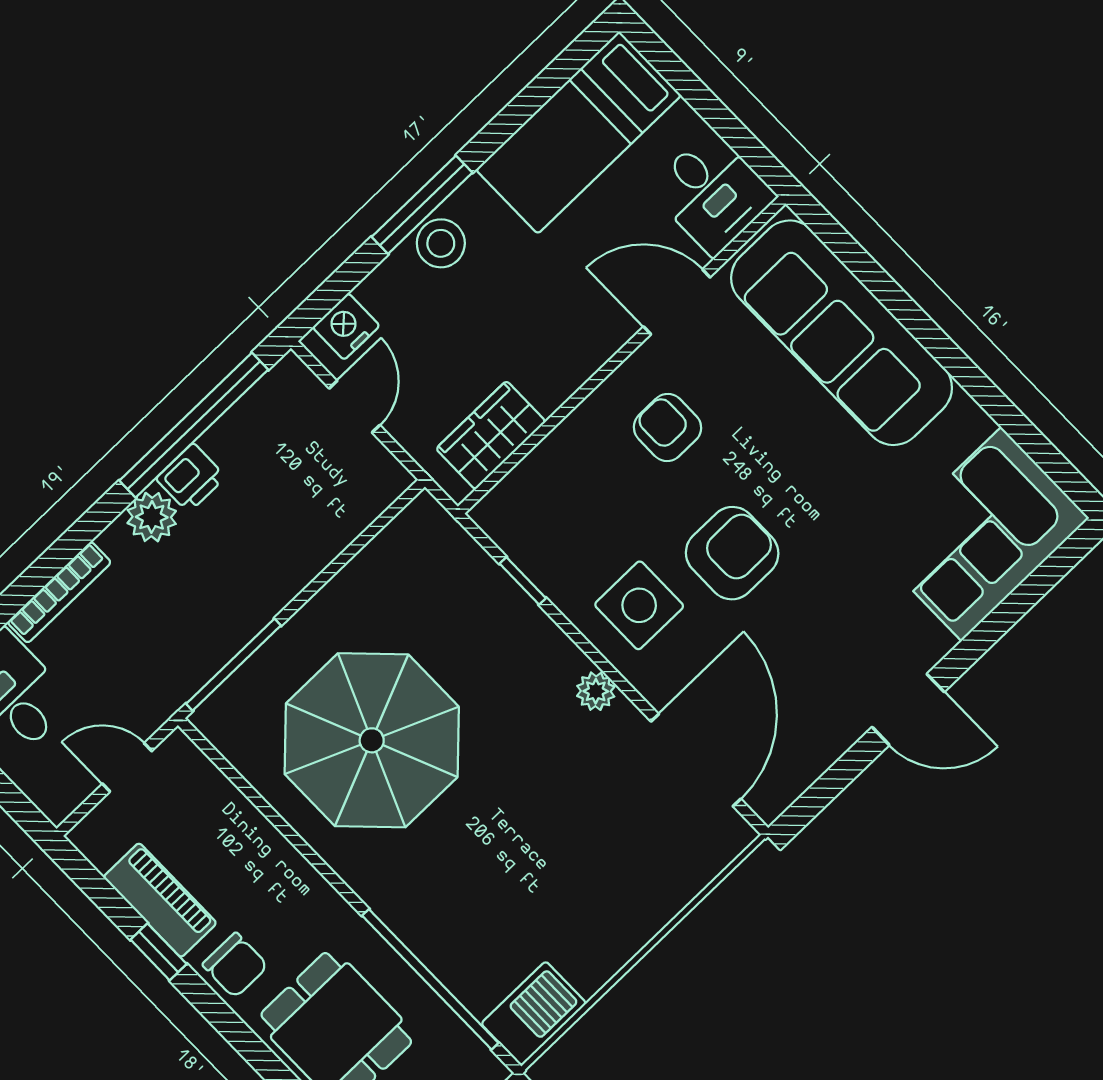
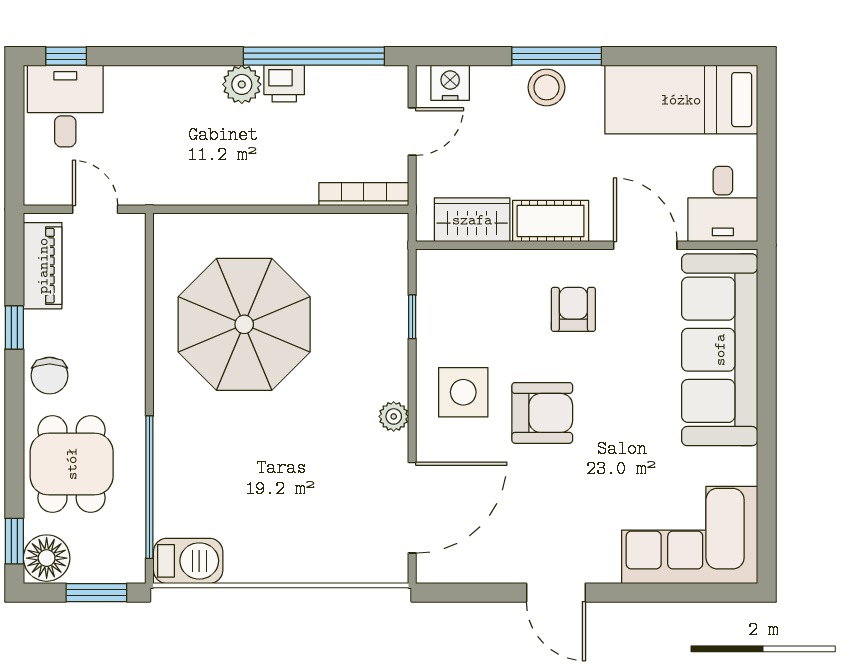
cot: (566, 365) -> (551, 221), added
bookcase: (59, 592) -> (364, 194), moved, turned 180
window: (234, 665) -> (208, 209), removed
piano: (160, 900) -> (43, 266), moved

